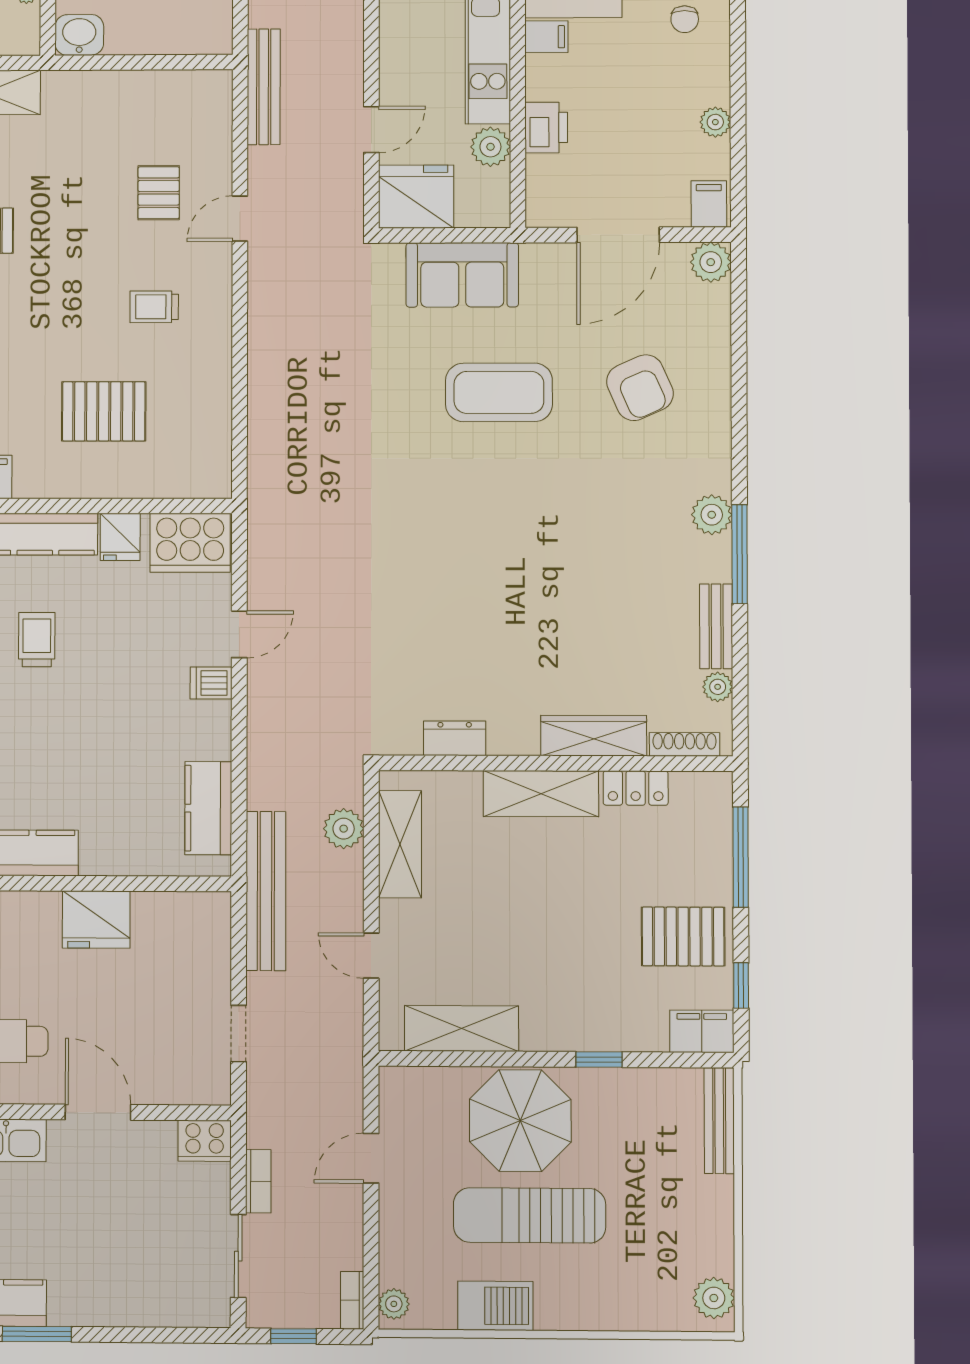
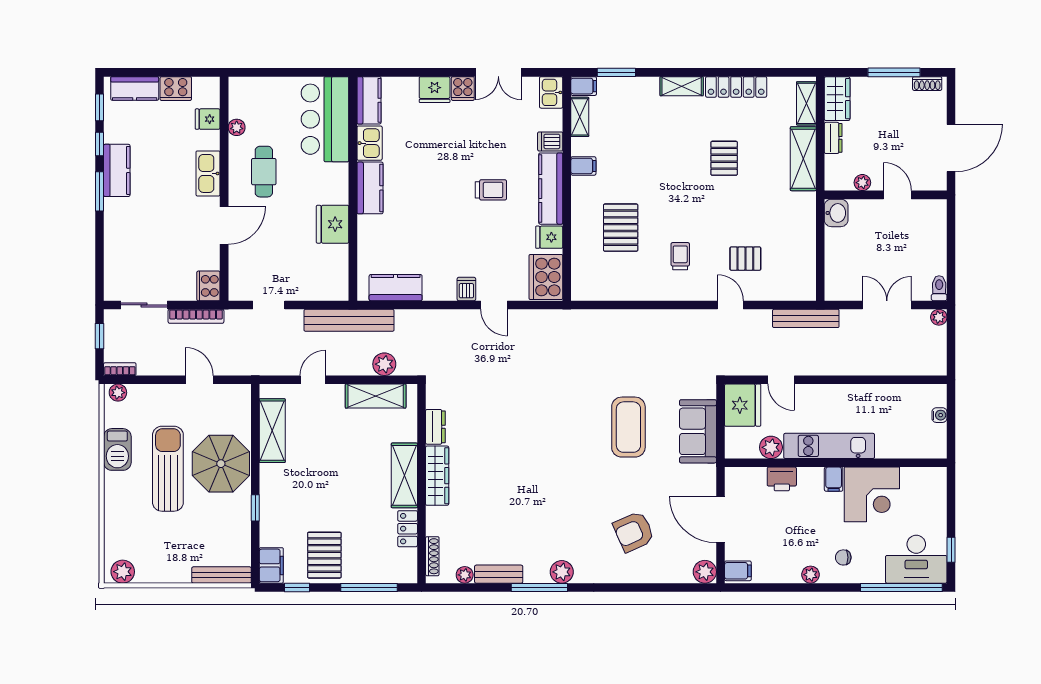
plant: (715, 122) -> (811, 575), moved
coffee table: (499, 392) -> (628, 427), moved
wardrobe: (594, 736) -> (437, 476), moved
bookcase: (258, 1181) -> (196, 316), width x1.56

